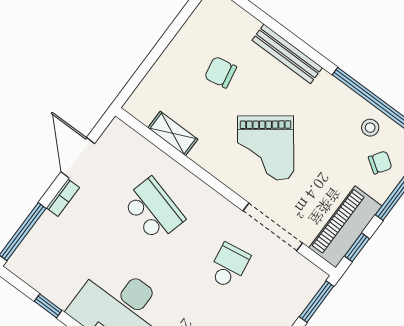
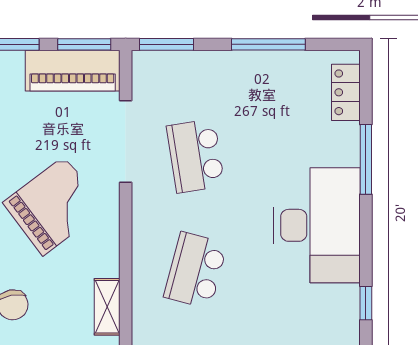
window: (357, 247) -> (84, 44), width x1.50
school desk: (229, 266) -> (196, 156), width x1.85

